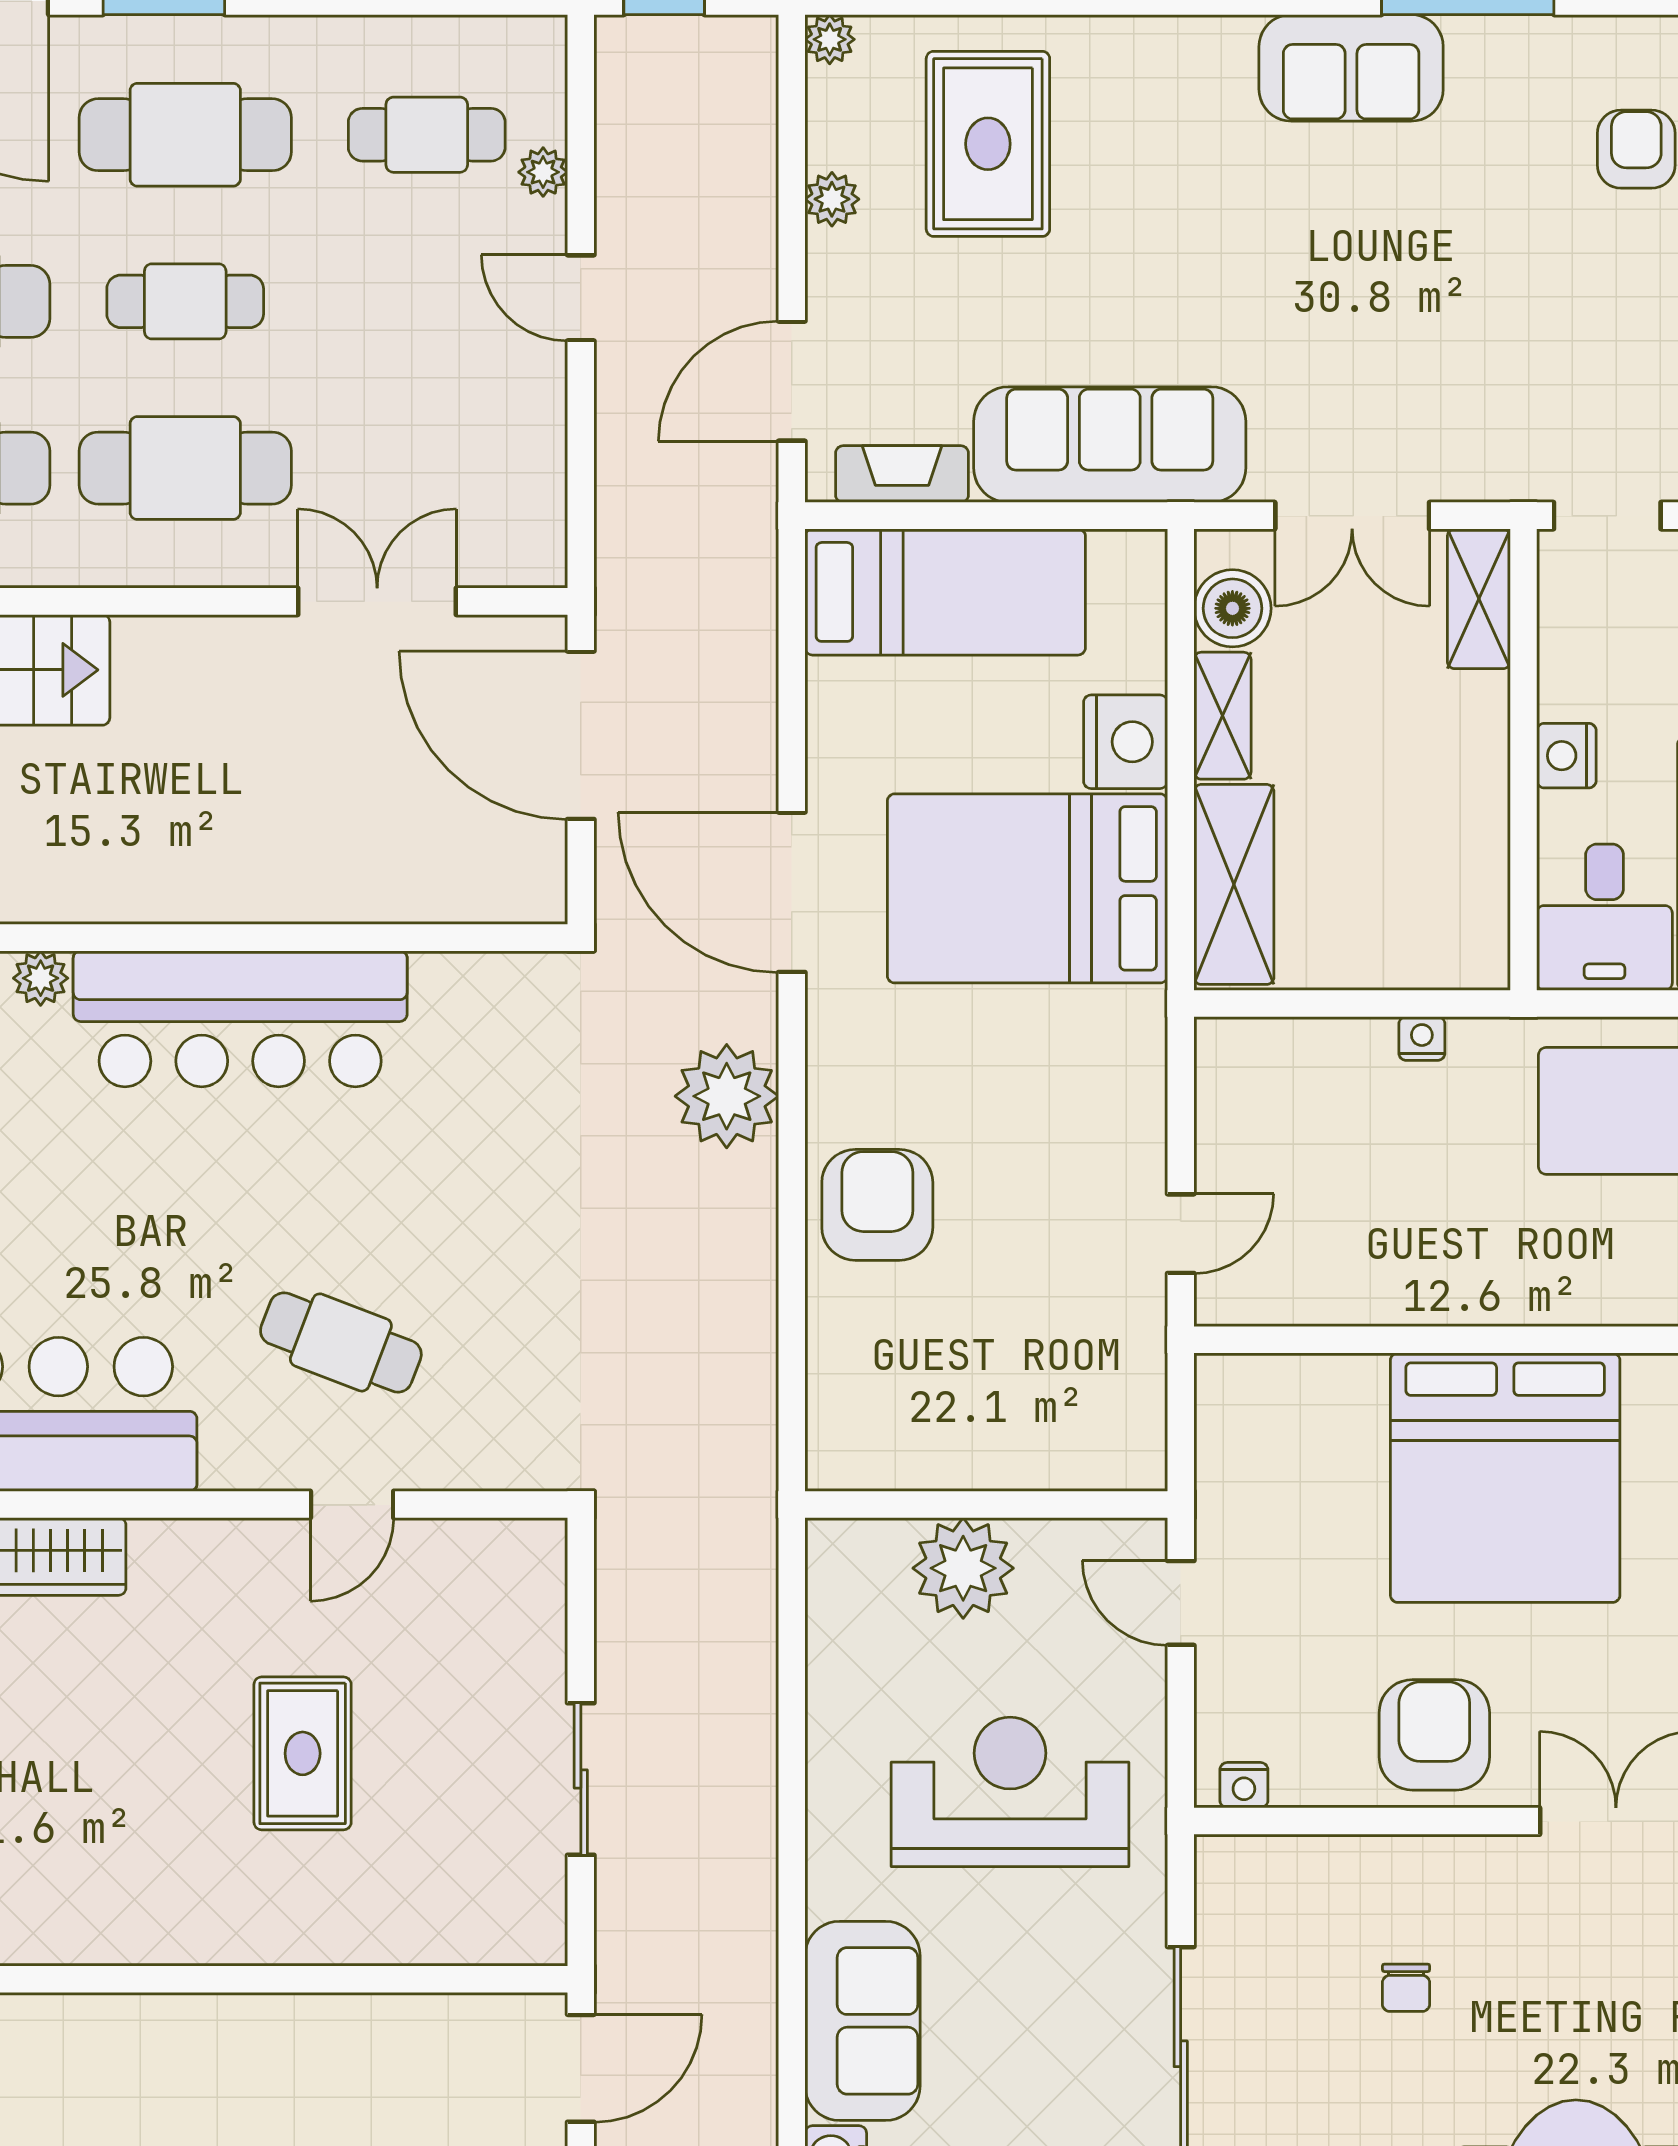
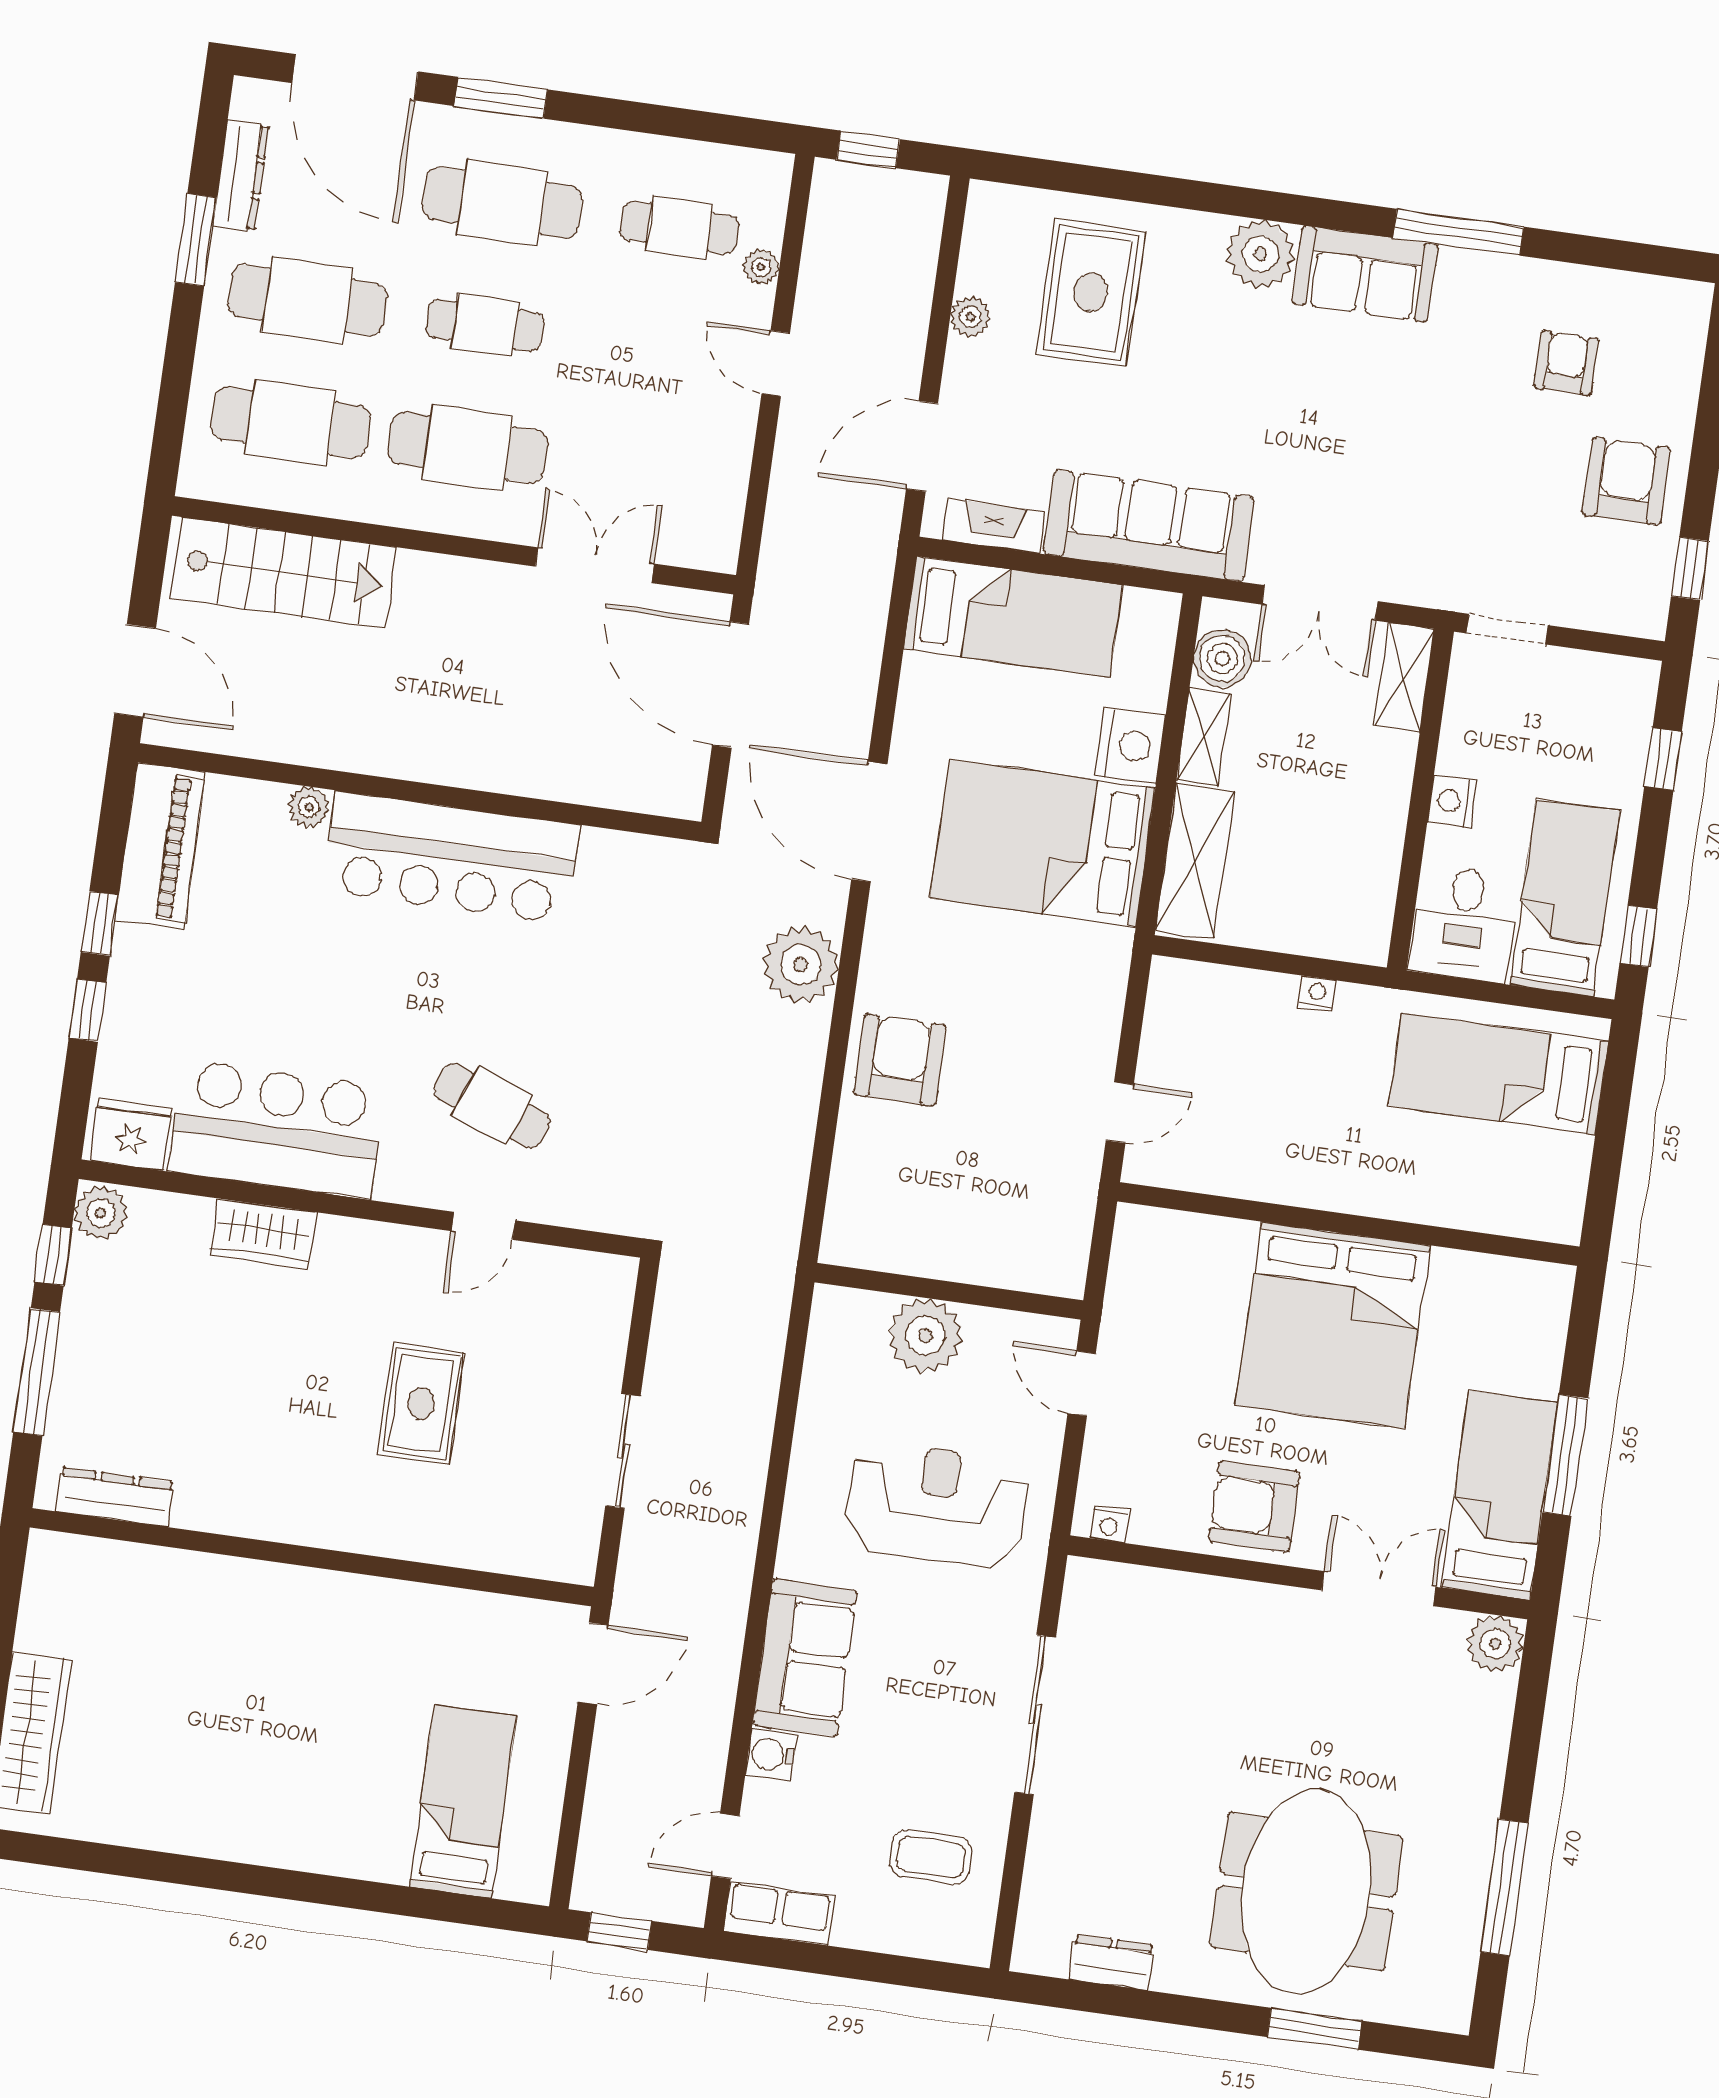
plant: (830, 39) -> (1260, 254), moved, width x1.88, depth x1.88
armchair: (1434, 1735) -> (1254, 1507), turned -90
chair: (1406, 1988) -> (1207, 1689), removed

